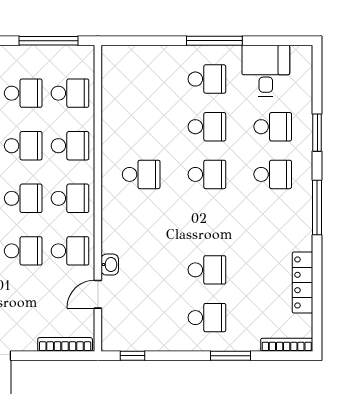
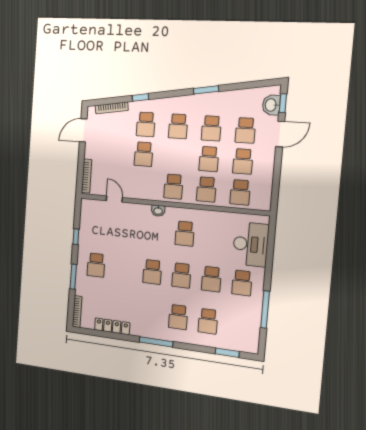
window: (48, 41) -> (276, 181), removed
window: (214, 41) -> (265, 309), moved
desk: (266, 71) -> (251, 244), moved, width x1.37
window: (317, 133) -> (227, 353), moved
school desk: (23, 198) -> (176, 157), removed
school desk: (70, 251) -> (141, 184), removed
washbasin: (110, 265) -> (158, 211), moved
school desk: (207, 270) -> (152, 272), moved
window: (132, 356) -> (76, 237), moved

